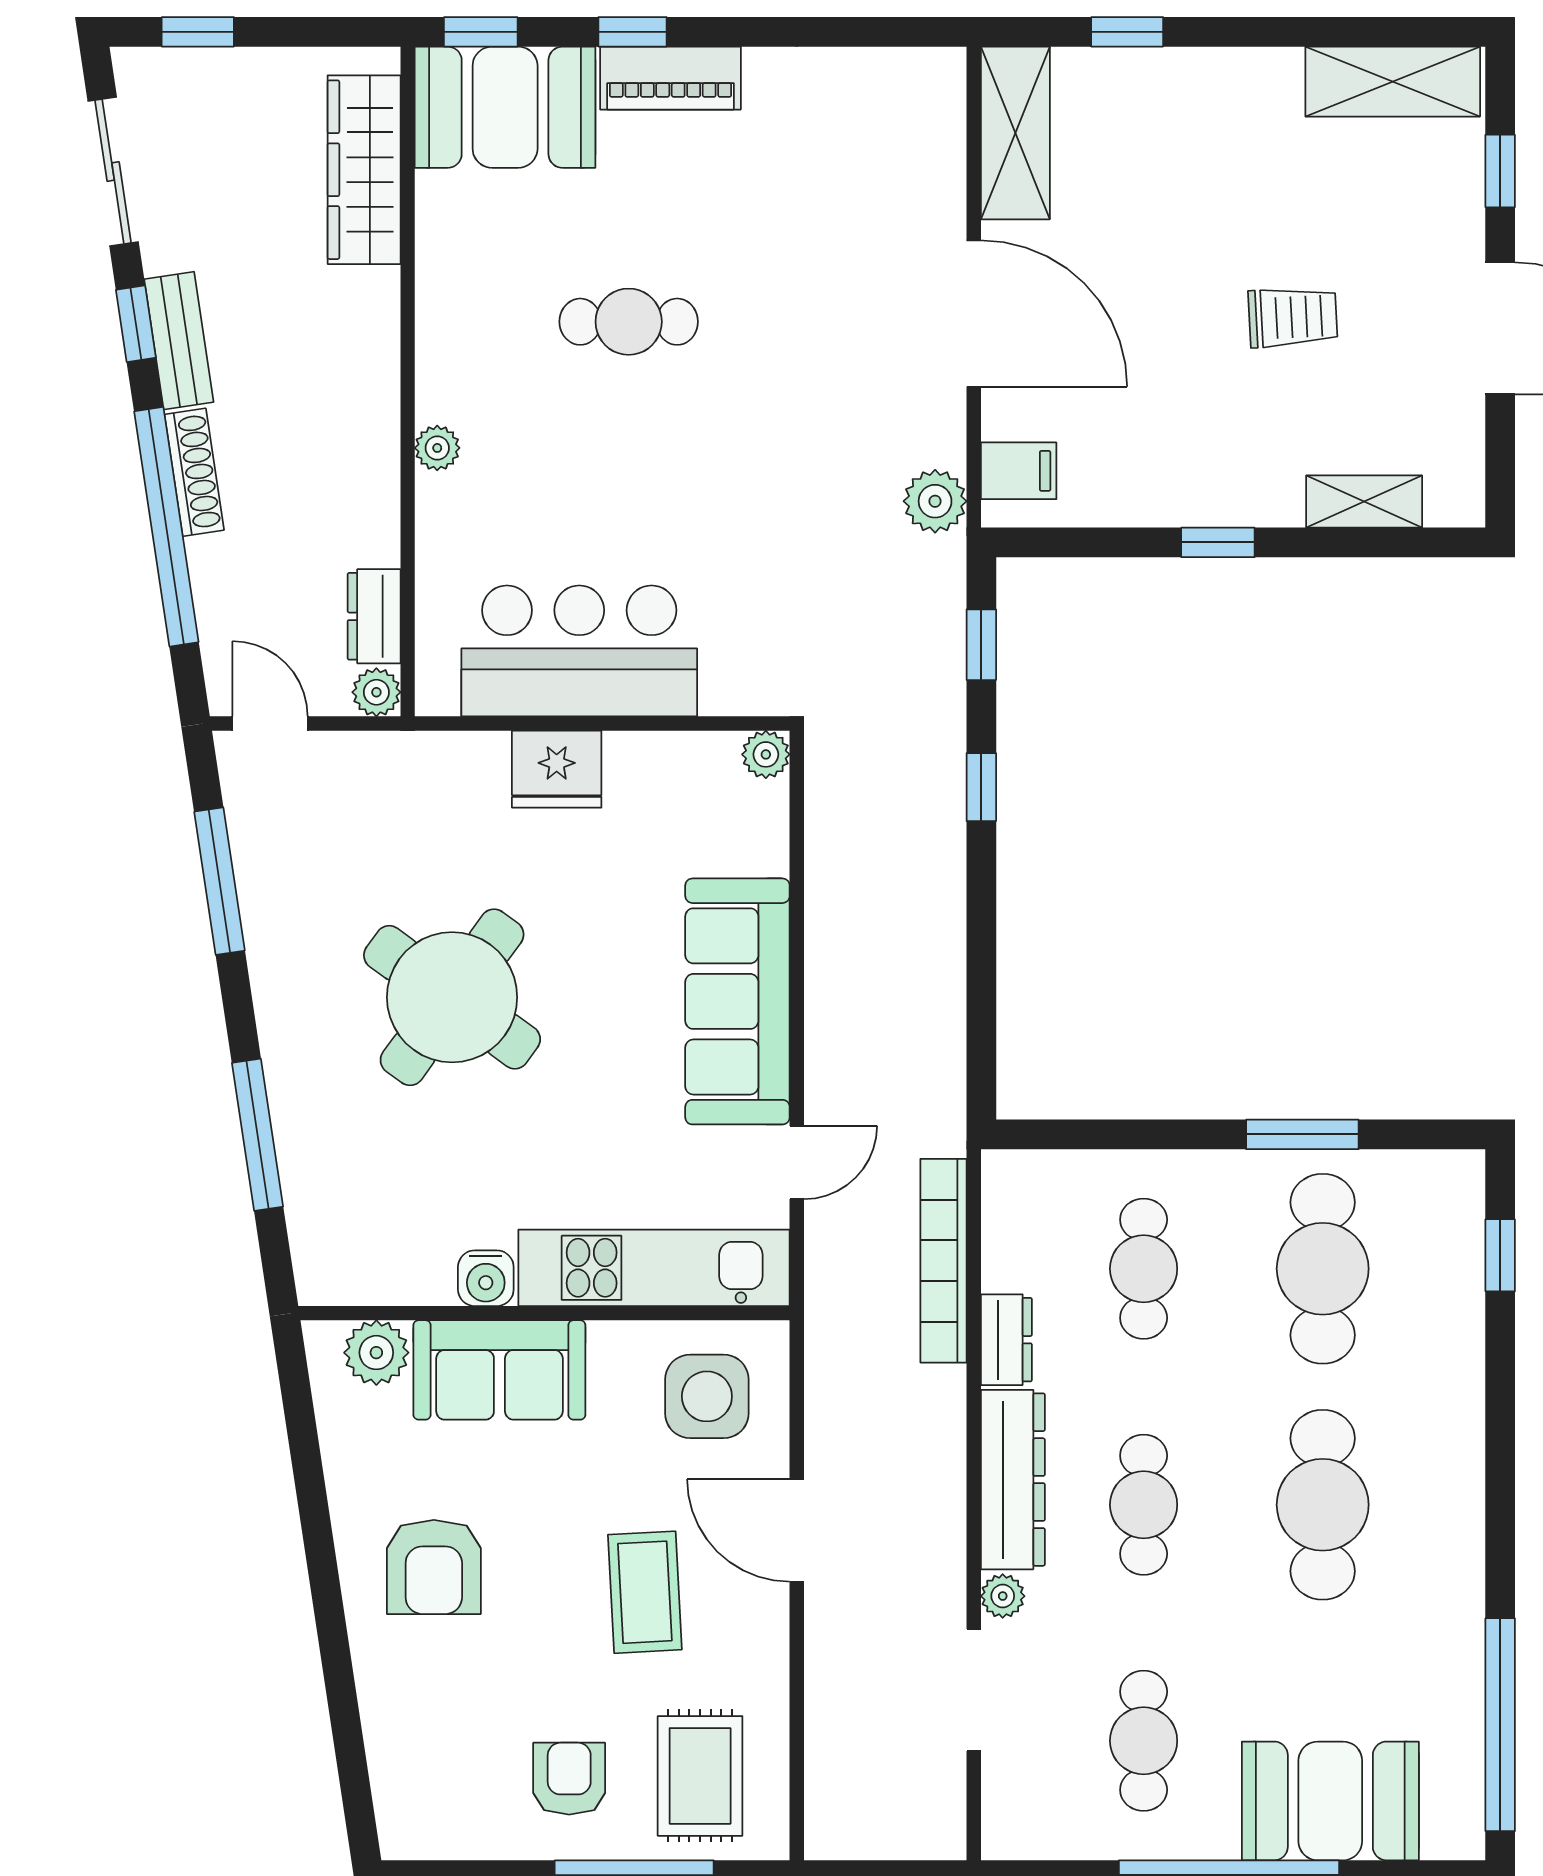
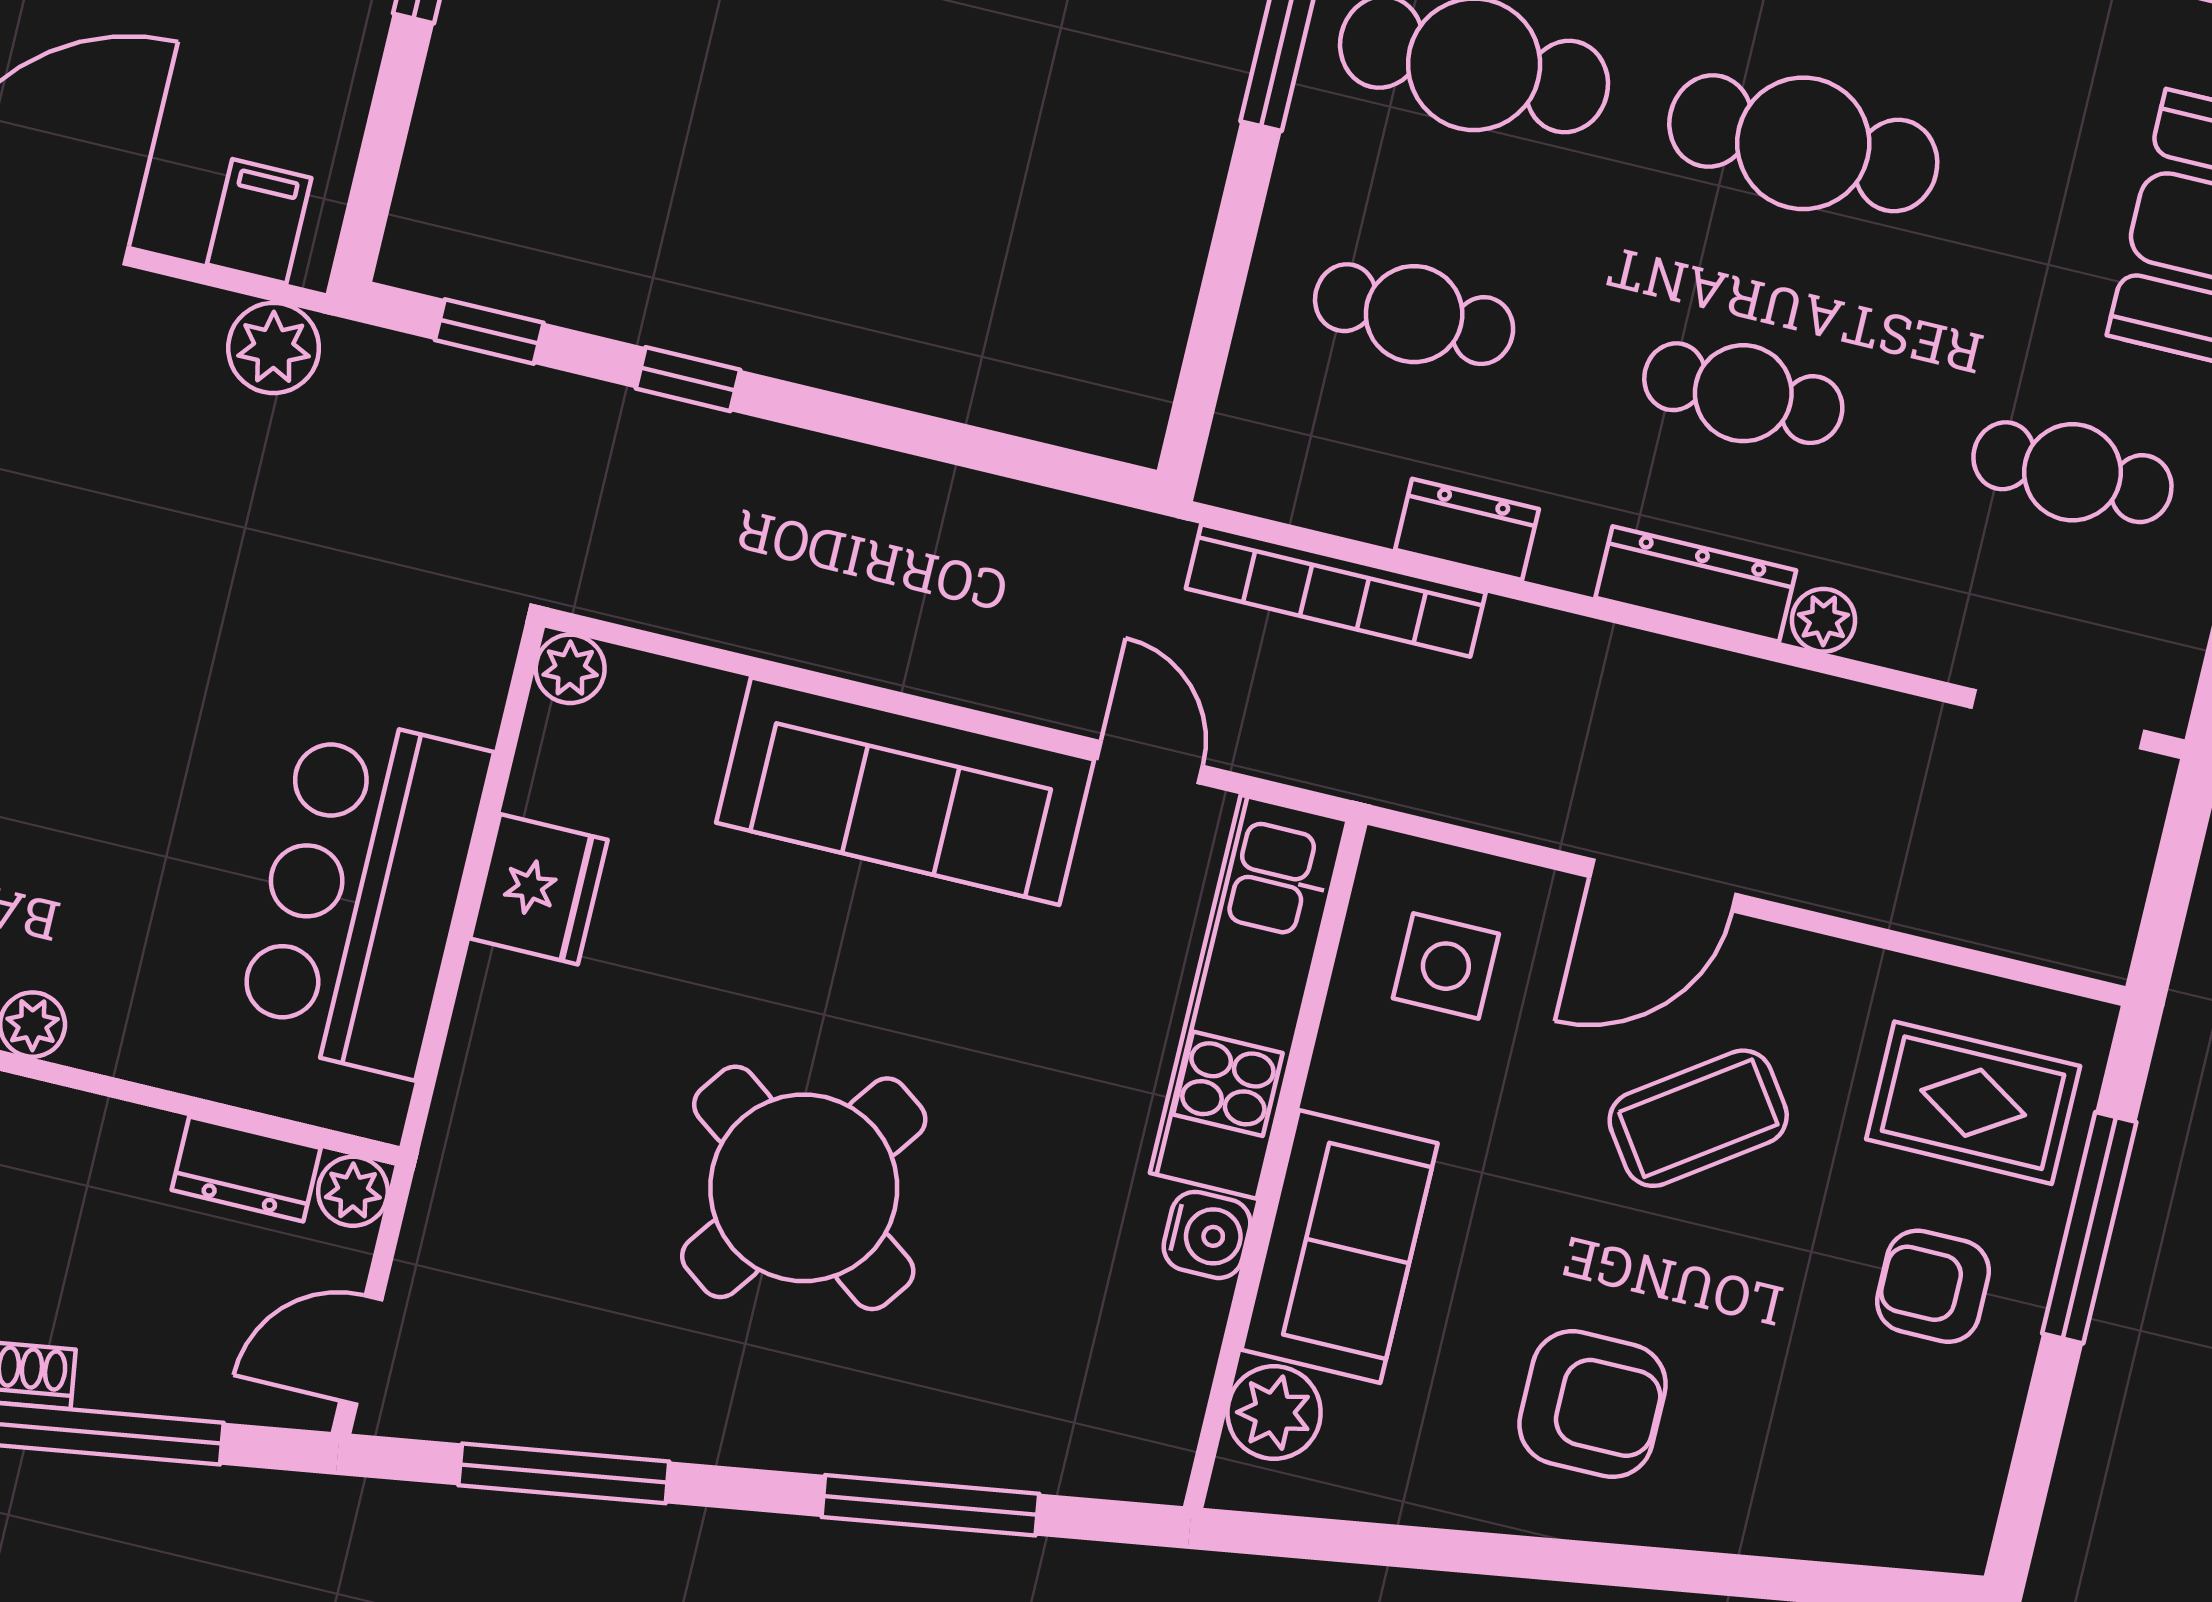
fridge: (557, 769) -> (539, 889), moved
side table: (707, 1396) -> (1446, 966), width x0.73, depth x0.73
dresser: (1013, 1480) -> (1696, 584), width x0.73, depth x0.80
coffee table: (645, 1592) -> (1698, 1118), turned -32
doorway: (974, 1690) -> (2058, 719), moved

